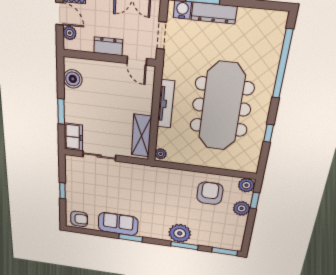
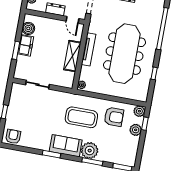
shelving: (141, 136) -> (72, 56), moved
freezer: (73, 137) -> (26, 45), moved
armchair: (210, 193) -> (114, 117), turned 90
coffee table: (165, 195) -> (81, 117), added
armchair: (79, 219) -> (13, 137), turned -90
sofa: (118, 224) -> (66, 146), moved

